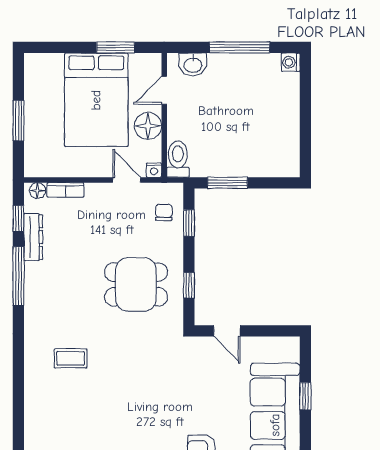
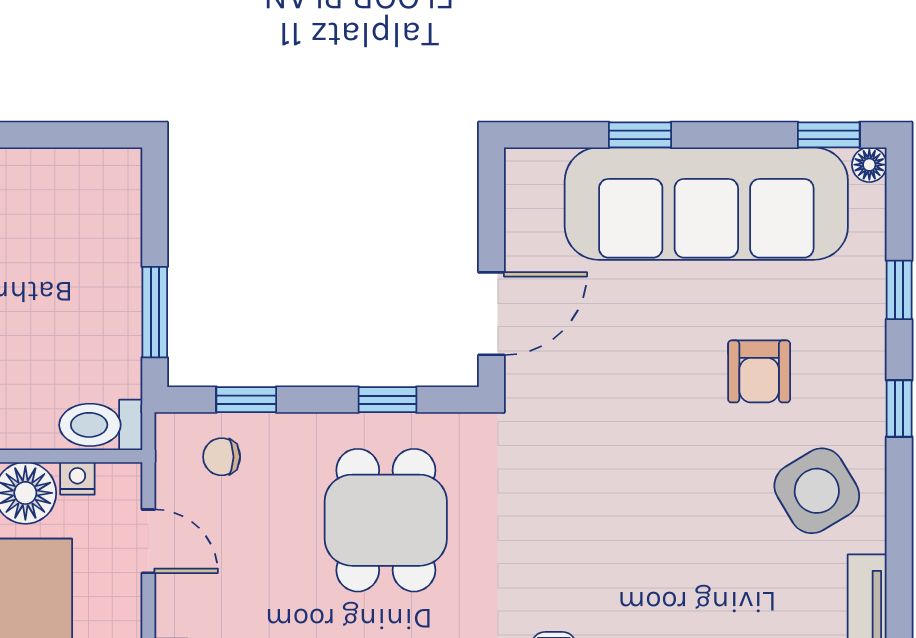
nightstand: (154, 170) -> (77, 478), moved, turned -90
door: (127, 180) -> (148, 541), swing flipped
door: (227, 331) -> (491, 314), width x1.38

